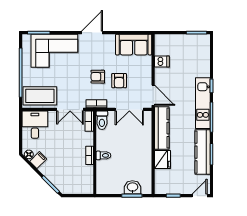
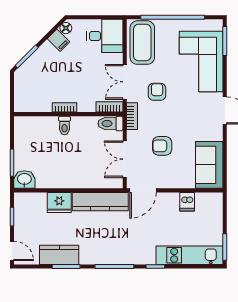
armchair: (98, 77) -> (157, 92), moved
kitchen unit: (203, 103) -> (189, 255), moved
kitchen counter: (203, 152) -> (59, 255), width x0.67
washbasin: (132, 187) -> (24, 180), moved, turned -90

